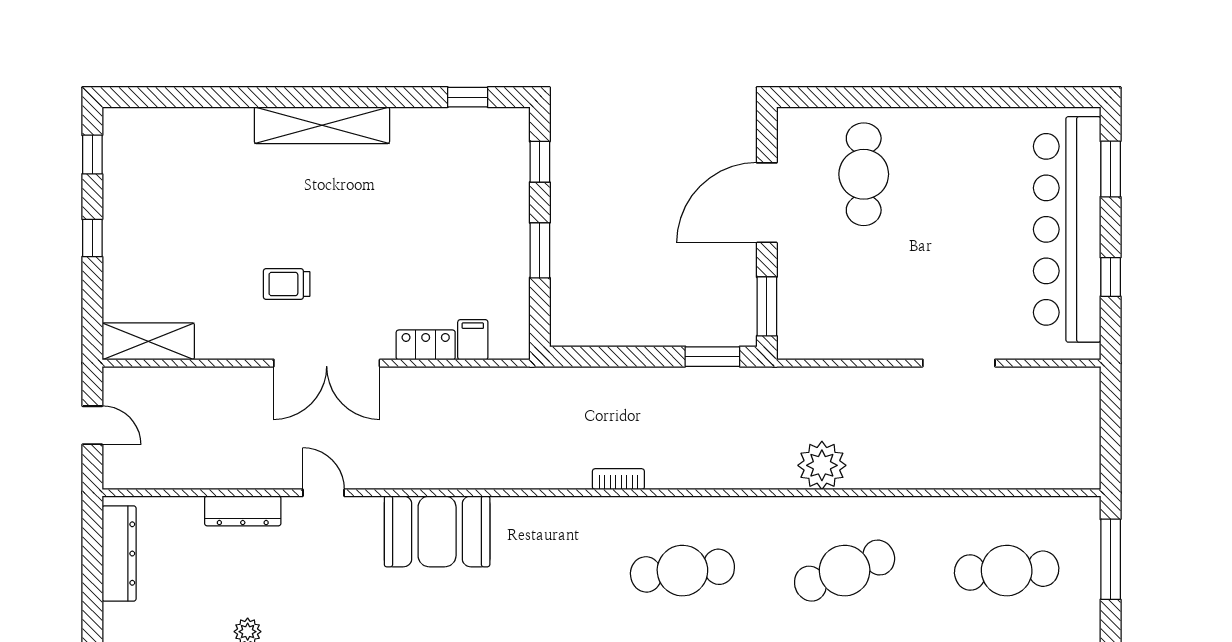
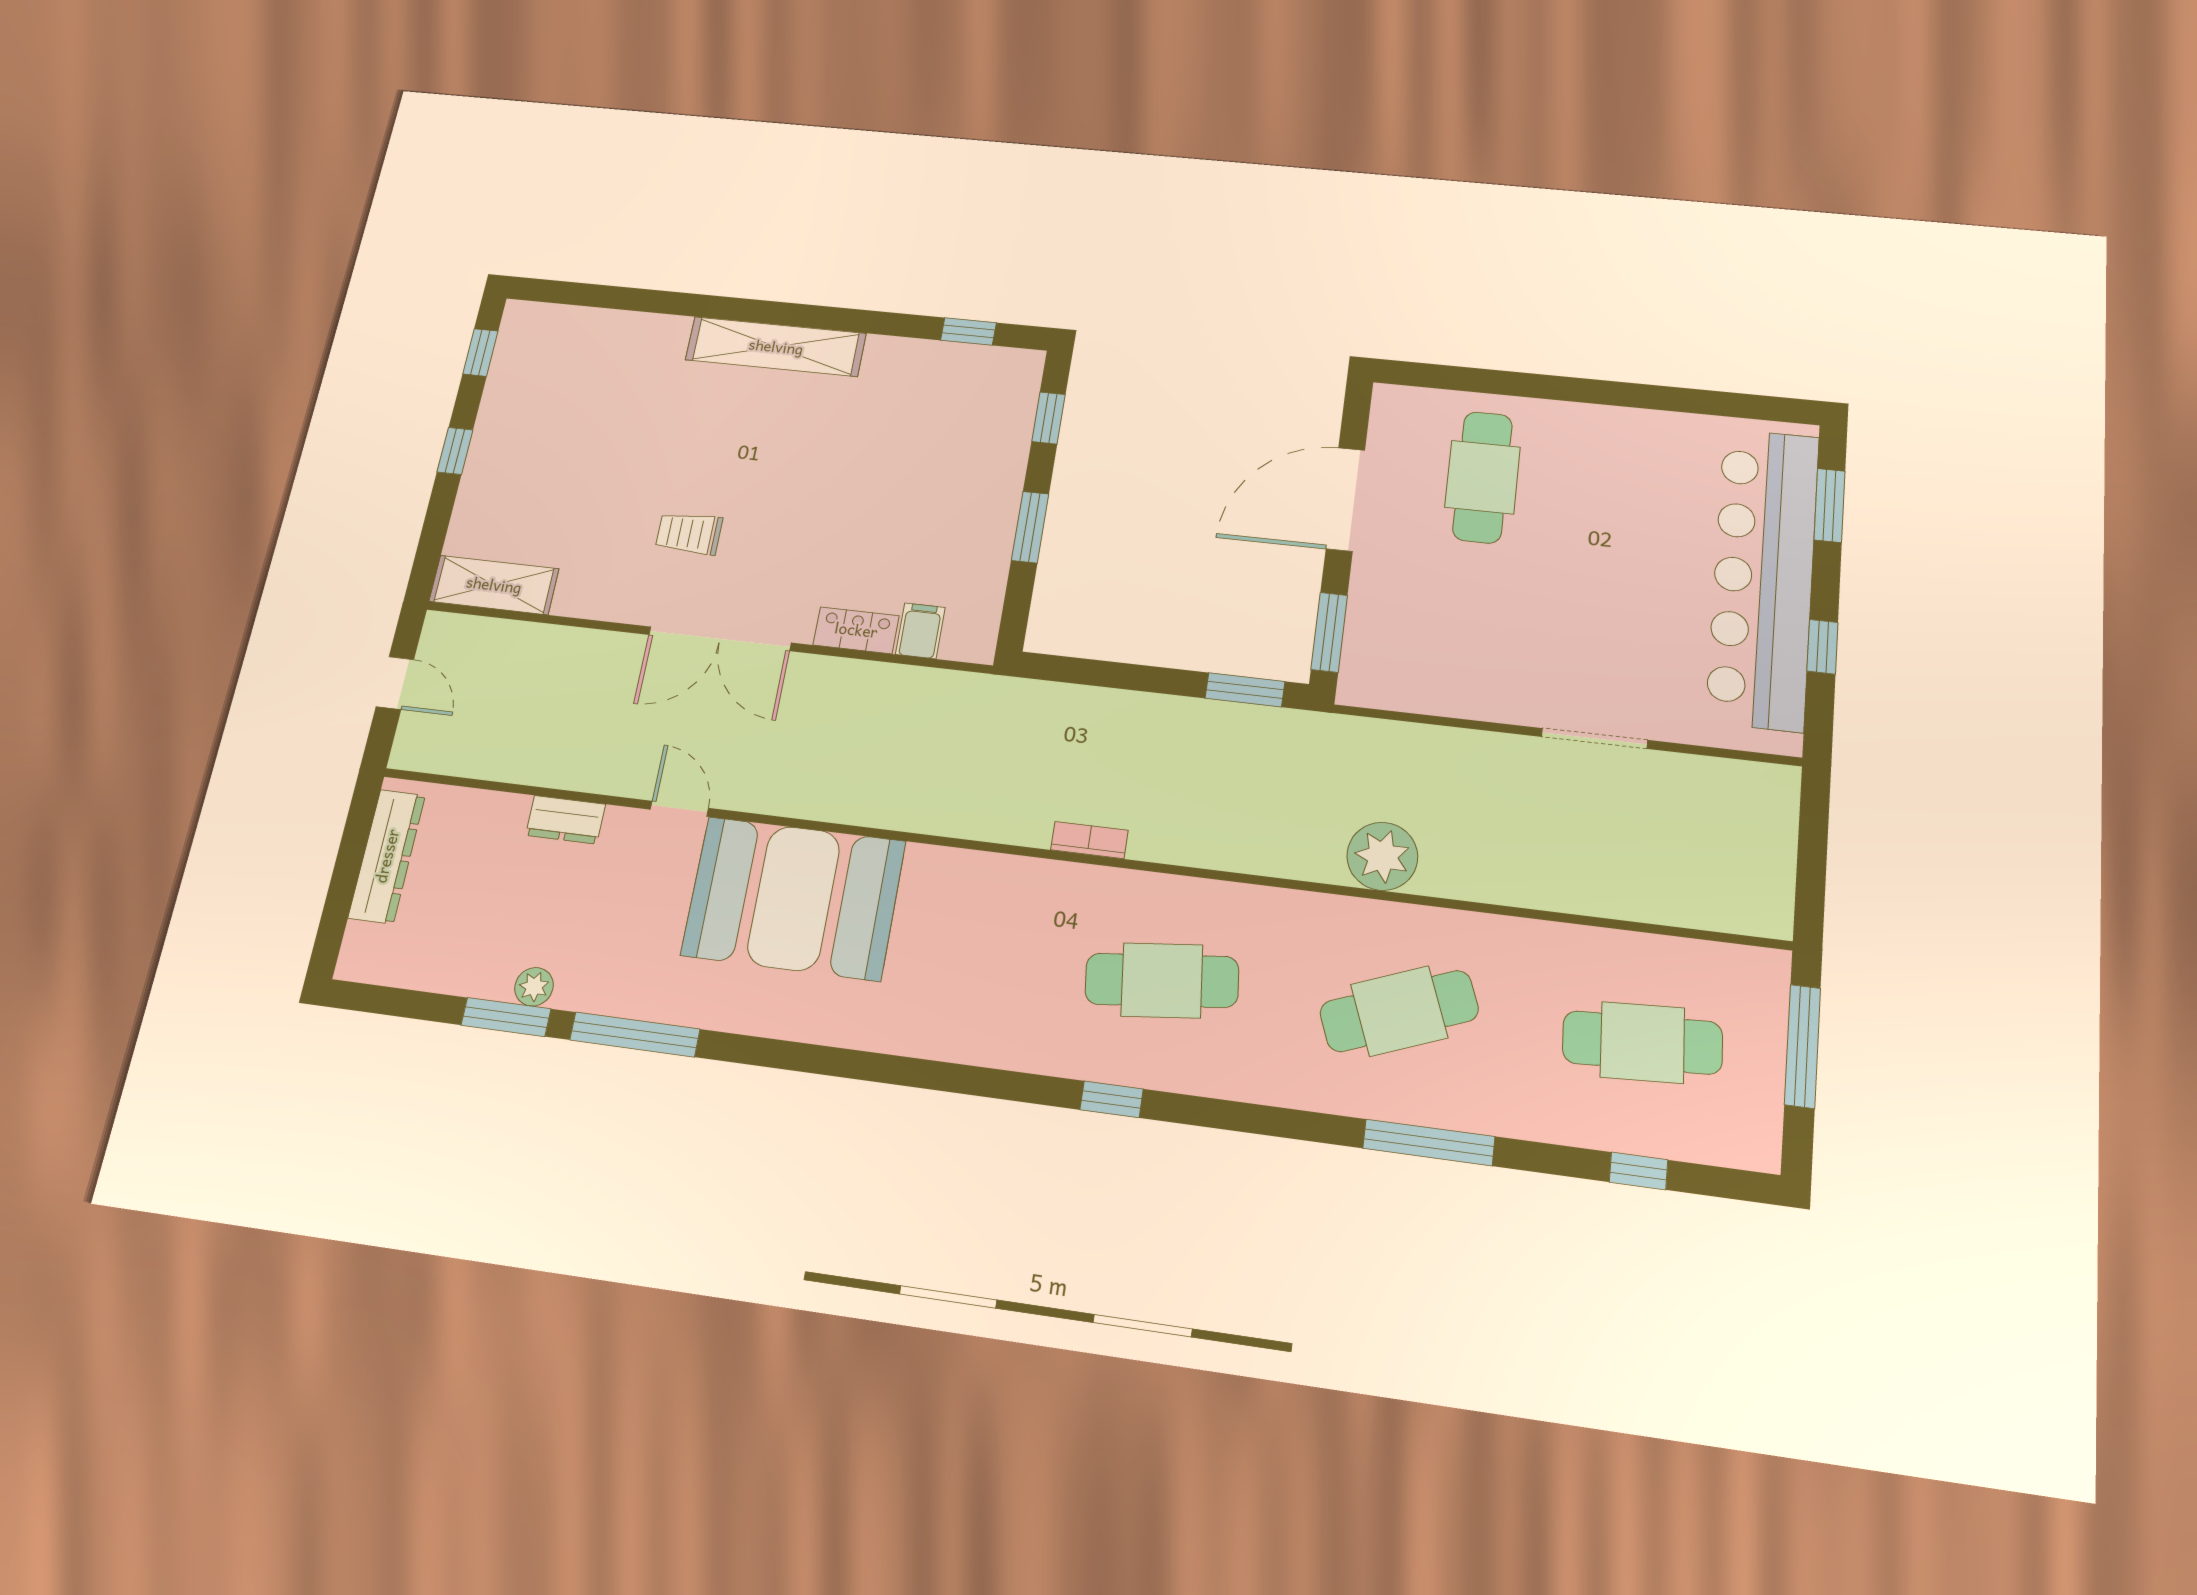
dresser: (243, 511) -> (565, 820), width x0.70
booth: (437, 531) -> (794, 898), width x1.36, depth x1.42

